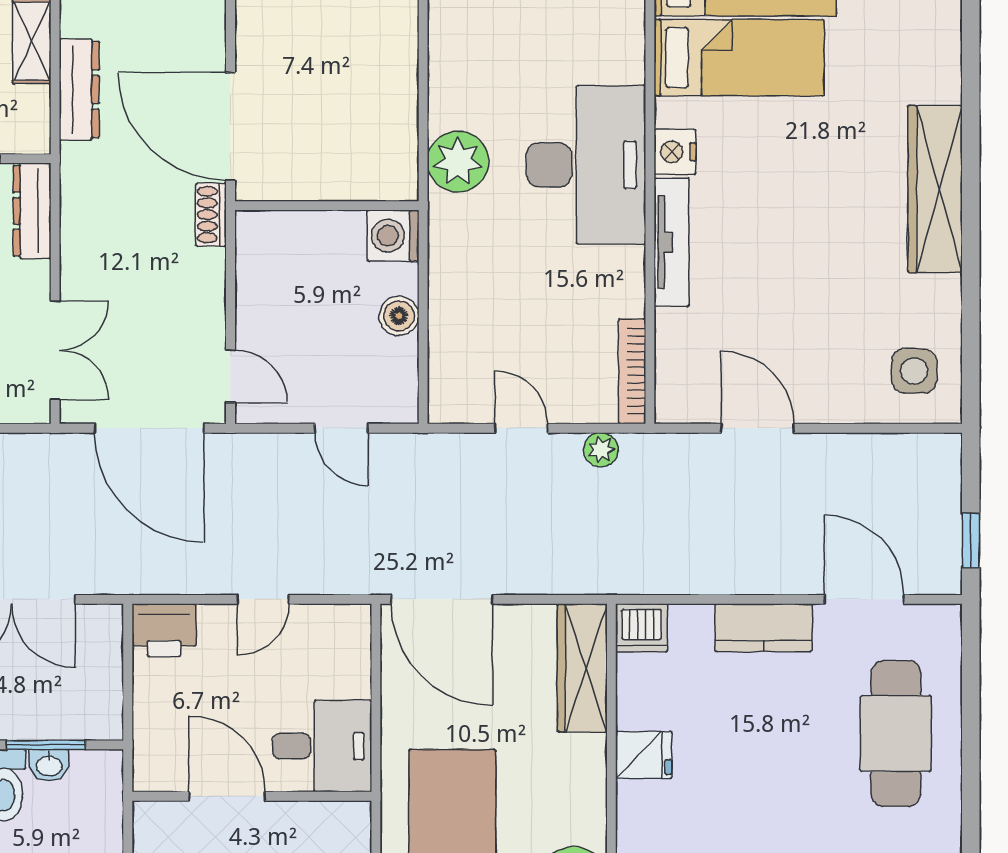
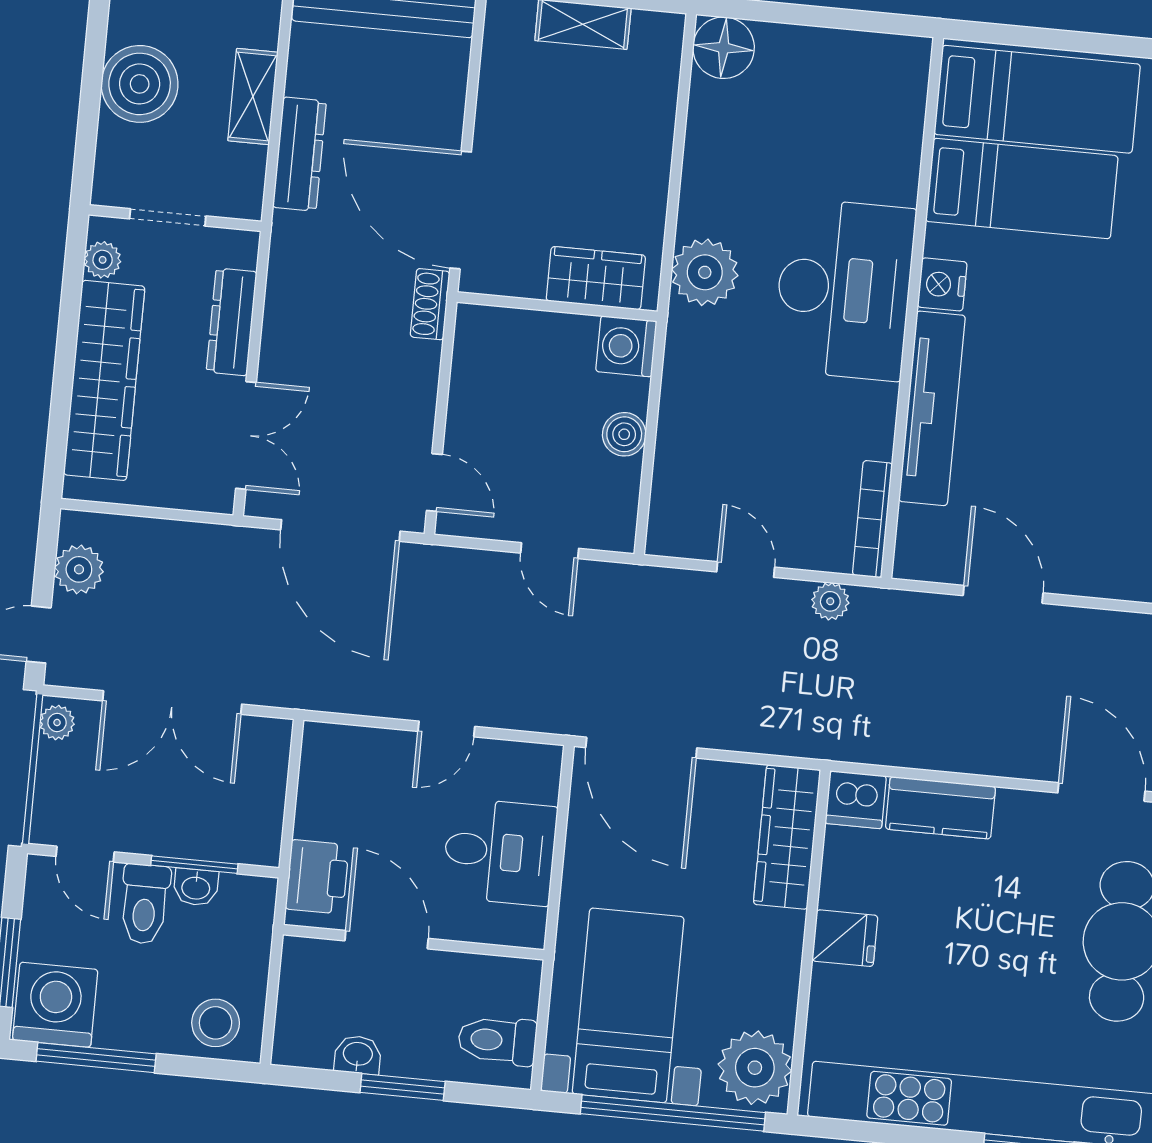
wardrobe: (359, 176) -> (596, 278), added
dresser: (32, 211) -> (232, 322), moved
tv unit: (672, 242) -> (932, 408), width x1.36, depth x1.29
kitchen counter: (764, 628) -> (940, 808), moved
printer: (164, 630) -> (317, 877), moved, turned -90
desk: (322, 746) -> (500, 852), moved

